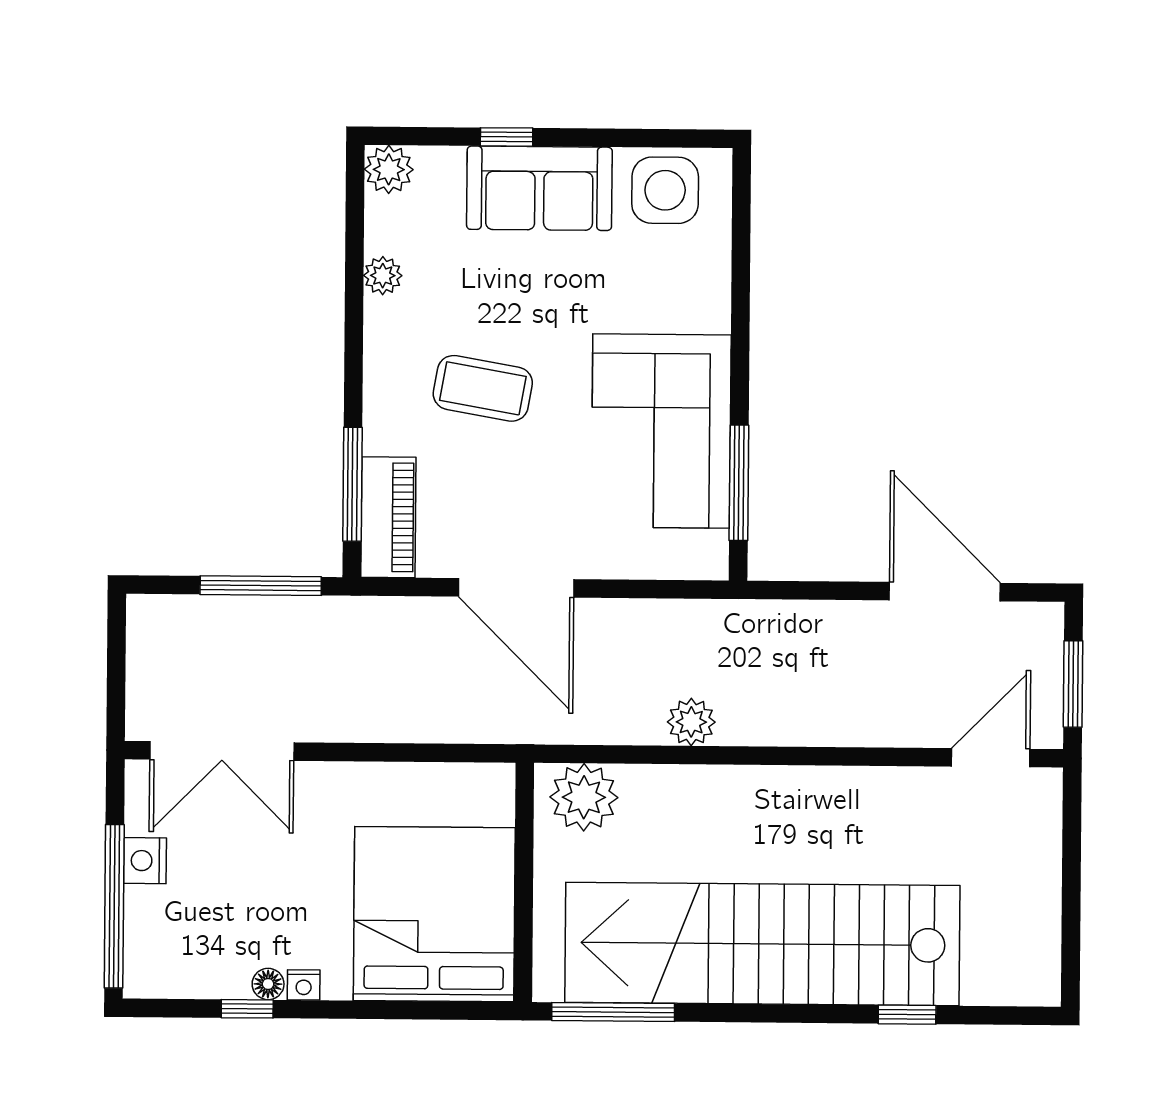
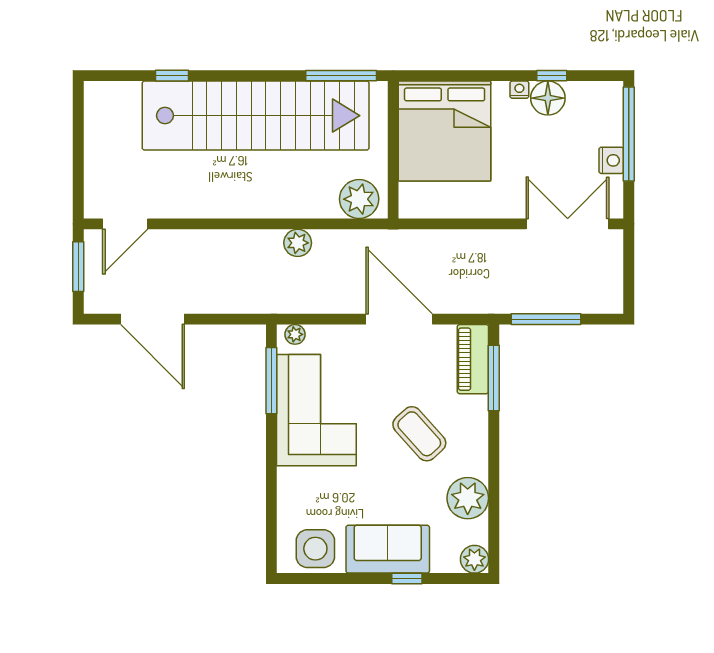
plant: (383, 276) -> (468, 498), width x1.87, depth x1.87
coffee table: (483, 388) -> (419, 434), turned 38
plant: (697, 563) -> (295, 334), added
floor lamp: (268, 984) -> (548, 98), width x1.89, depth x1.89

